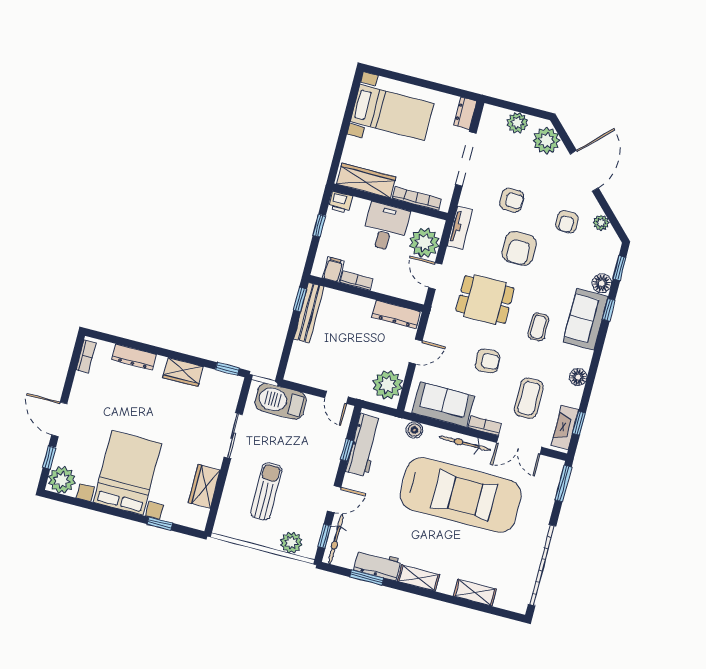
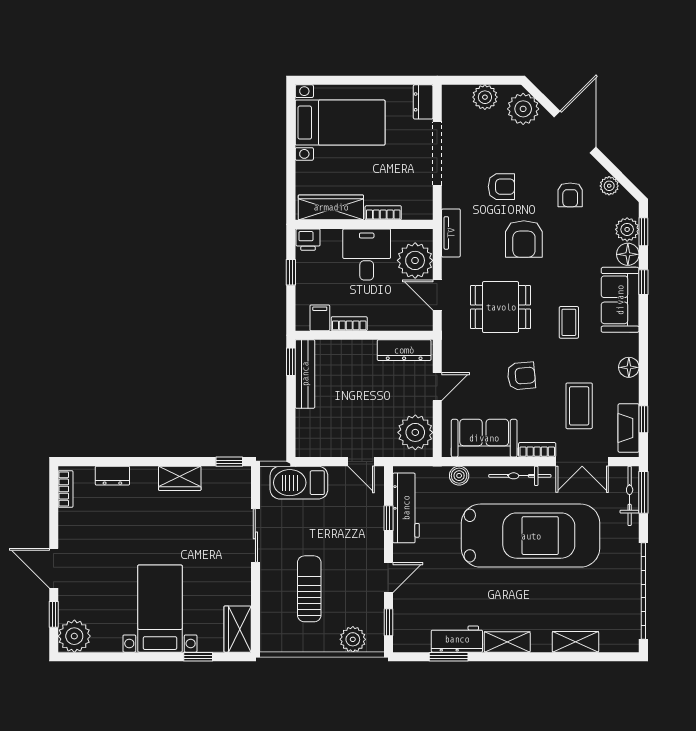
bookcase: (417, 198) -> (383, 213), width x0.64
plant: (606, 263) -> (627, 229), added
dresser: (134, 357) -> (112, 476), width x0.70
bed with nightstands: (127, 473) -> (160, 609), width x0.73
wardrobe: (204, 486) -> (238, 629), moved
bicycle: (336, 539) -> (630, 496), moved, turned 180

